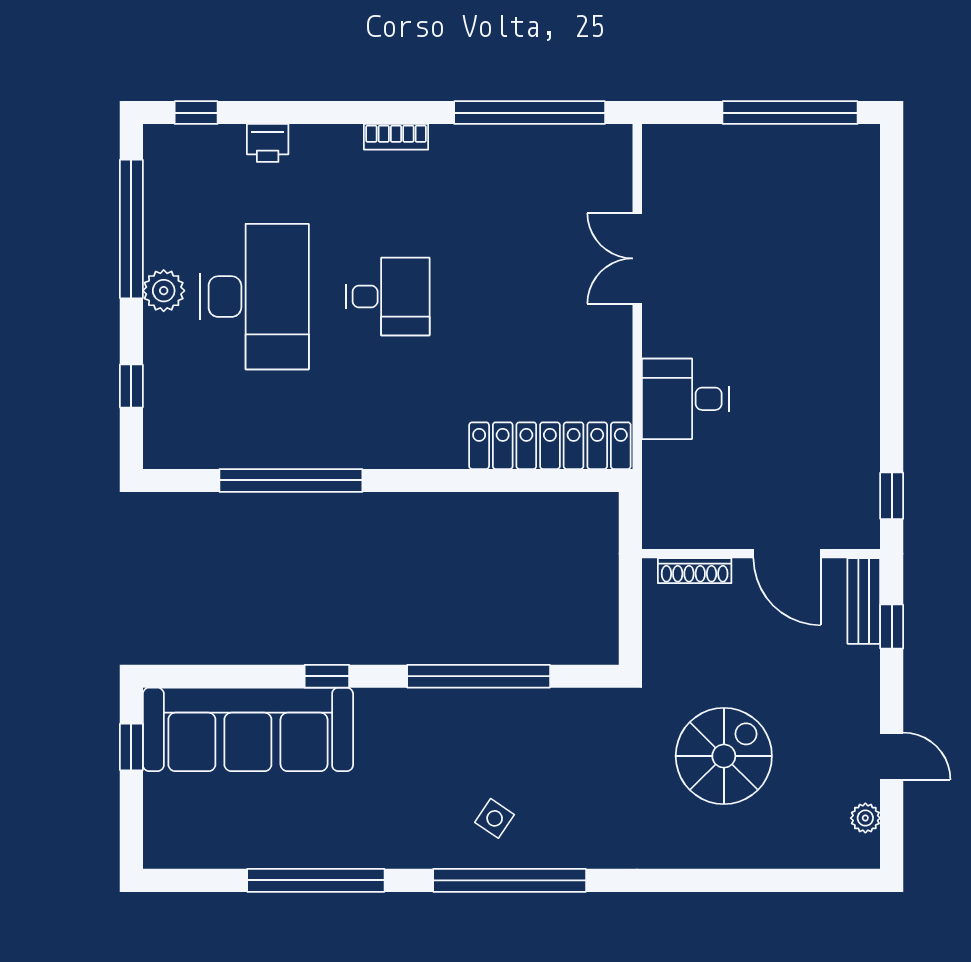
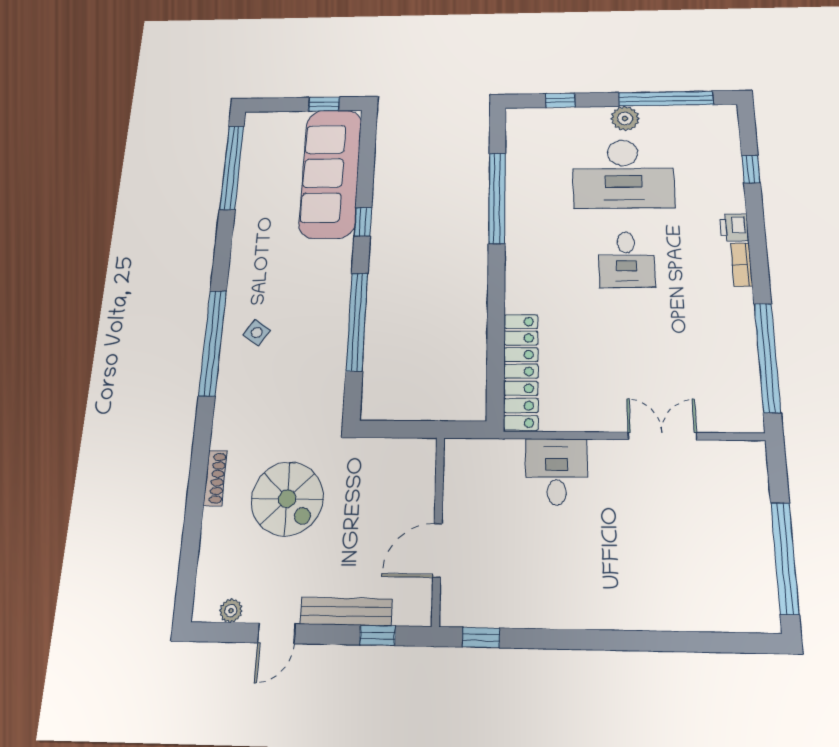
window: (196, 113) -> (751, 169), moved
printer: (268, 143) -> (734, 227), moved
shoe rack: (695, 571) -> (215, 478), moved, turned 180
bench: (864, 601) -> (346, 612), moved, width x1.36
window: (316, 880) -> (232, 168), moved

